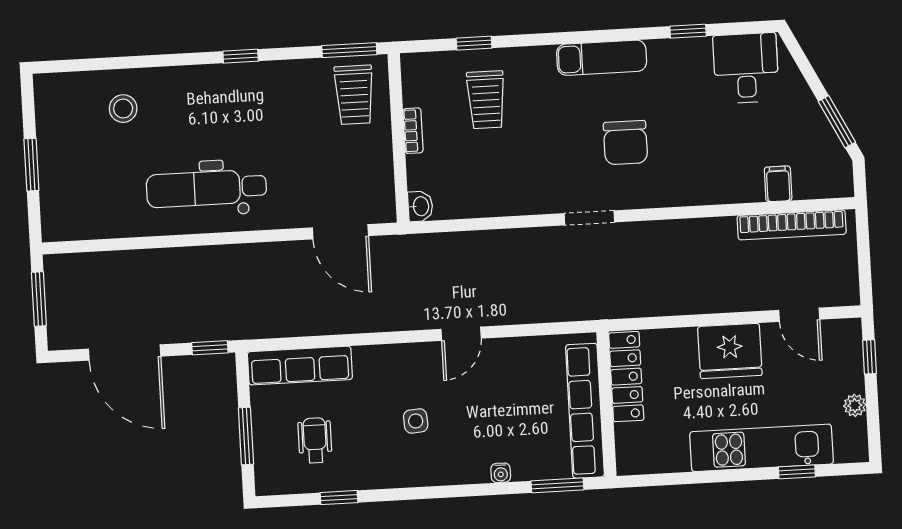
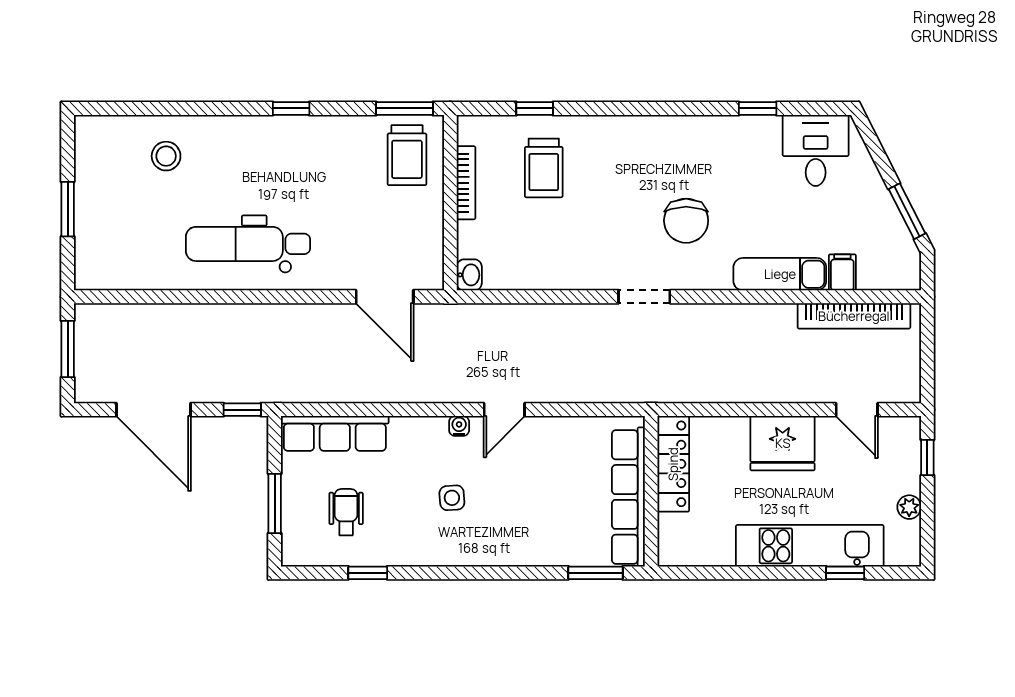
exam couch: (602, 58) -> (780, 274), moved, turned 180
bookcase: (413, 131) -> (466, 183), width x1.56
water cooler: (501, 473) -> (459, 426), moved, turned 180

